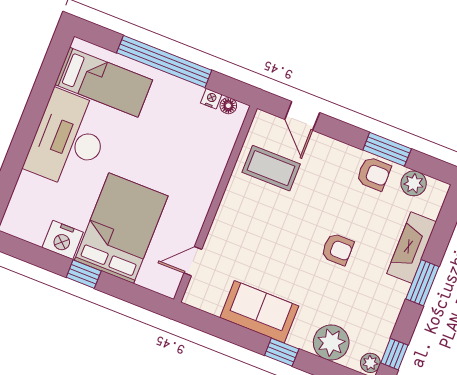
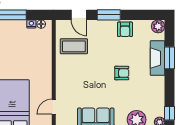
window: (387, 149) -> (109, 15), moved
armchair: (374, 174) -> (125, 29), turned 90
plant: (414, 183) -> (158, 26), moved
window: (422, 283) -> (170, 58), moved

